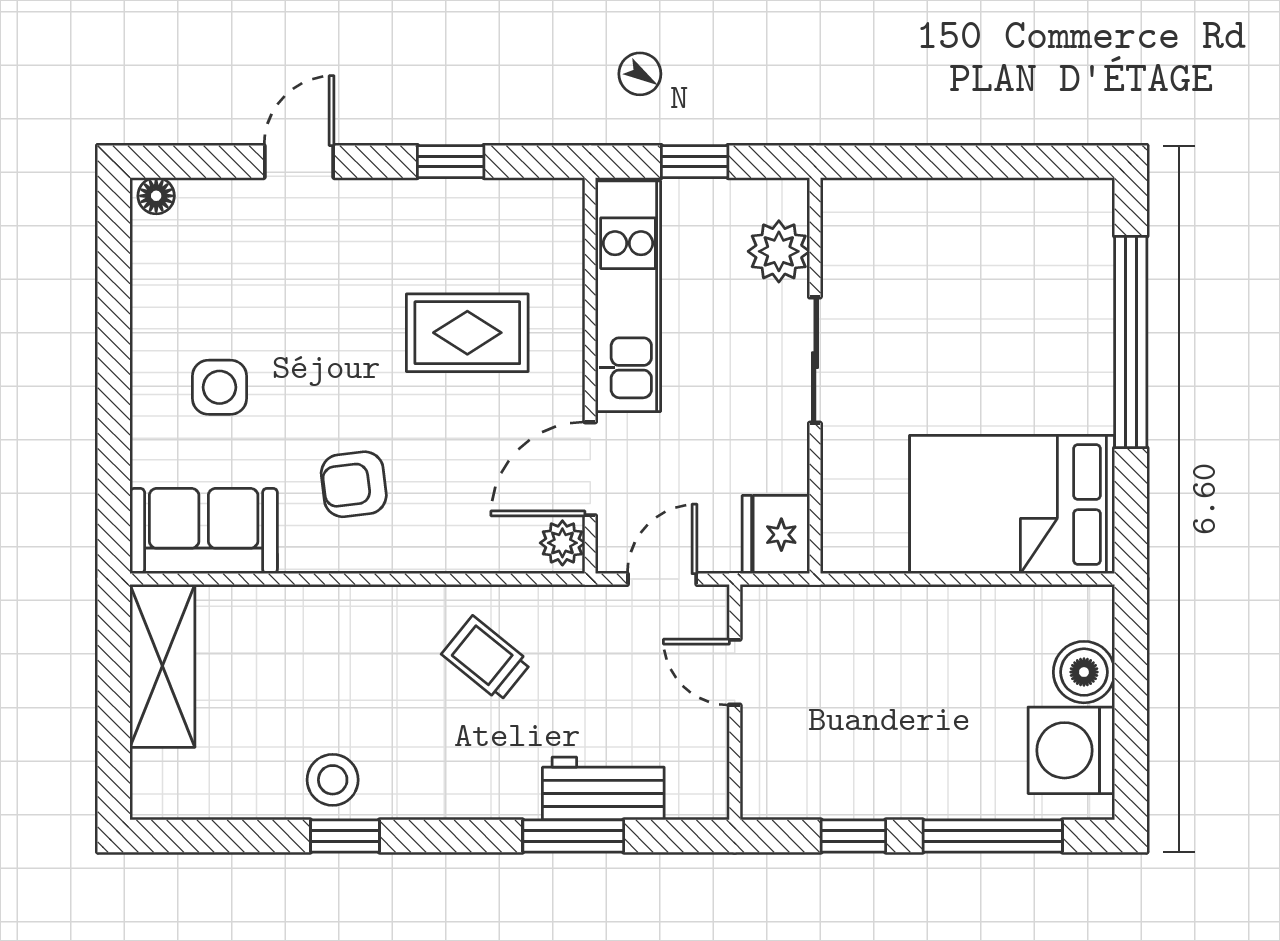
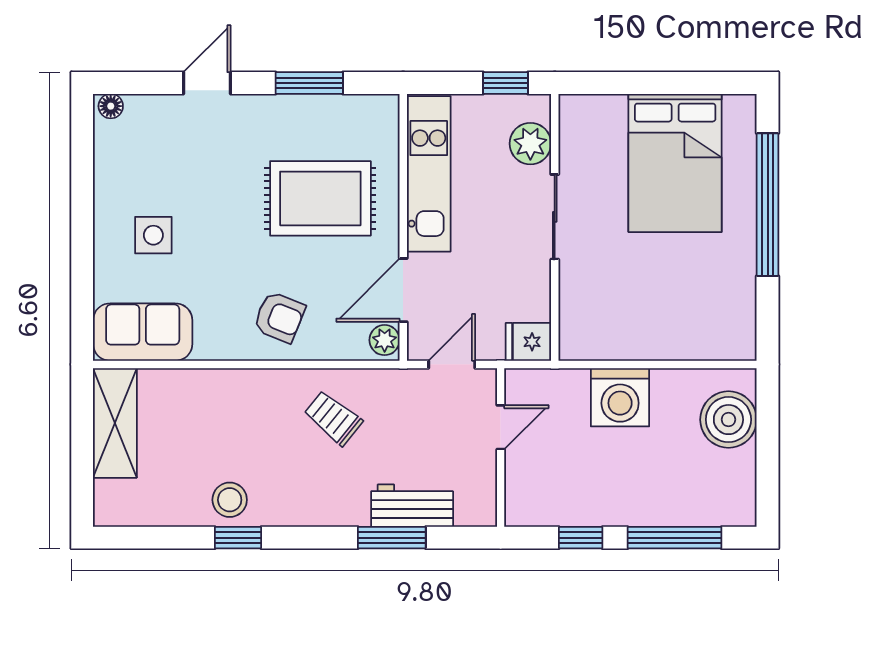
window: (451, 162) -> (309, 83), width x1.50
window: (695, 162) -> (505, 83), moved
rug: (467, 333) -> (320, 198), width x1.36, depth x1.43
armchair: (354, 484) -> (279, 317), moved, turned -151
bed: (1012, 505) -> (675, 163), moved, turned -90
fridge: (776, 535) -> (528, 342), width x0.72
door: (735, 672) -> (501, 427), swing flipped
boiler: (1084, 672) -> (728, 420), width x1.37, depth x1.37
washing machine: (1071, 750) -> (620, 397), moved, turned -90

